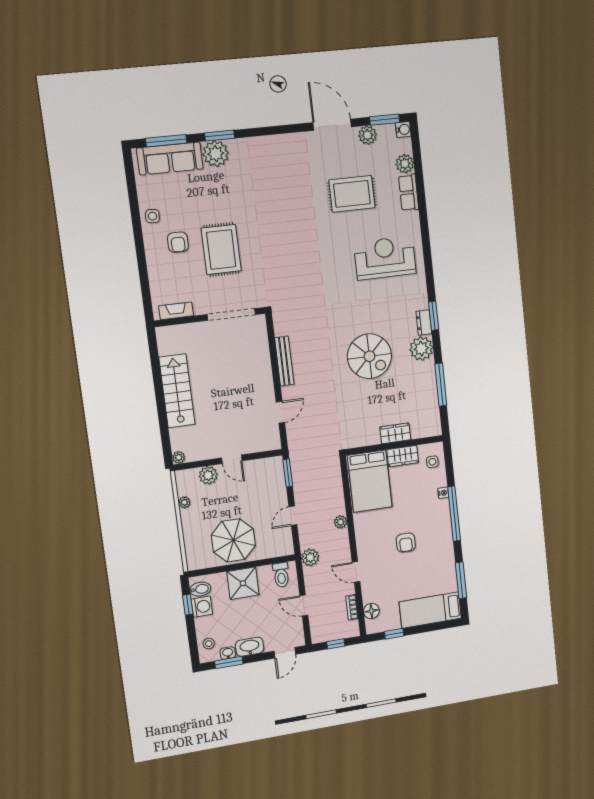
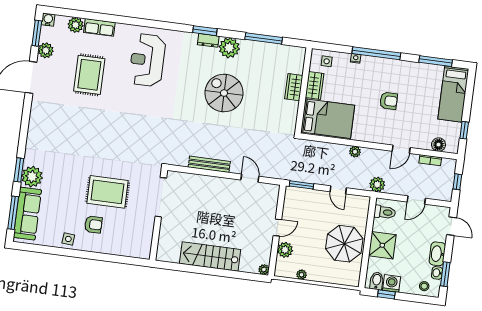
fireplace: (176, 311) -> (147, 240), removed
spiral stairs: (369, 356) -> (224, 93), turned -90

